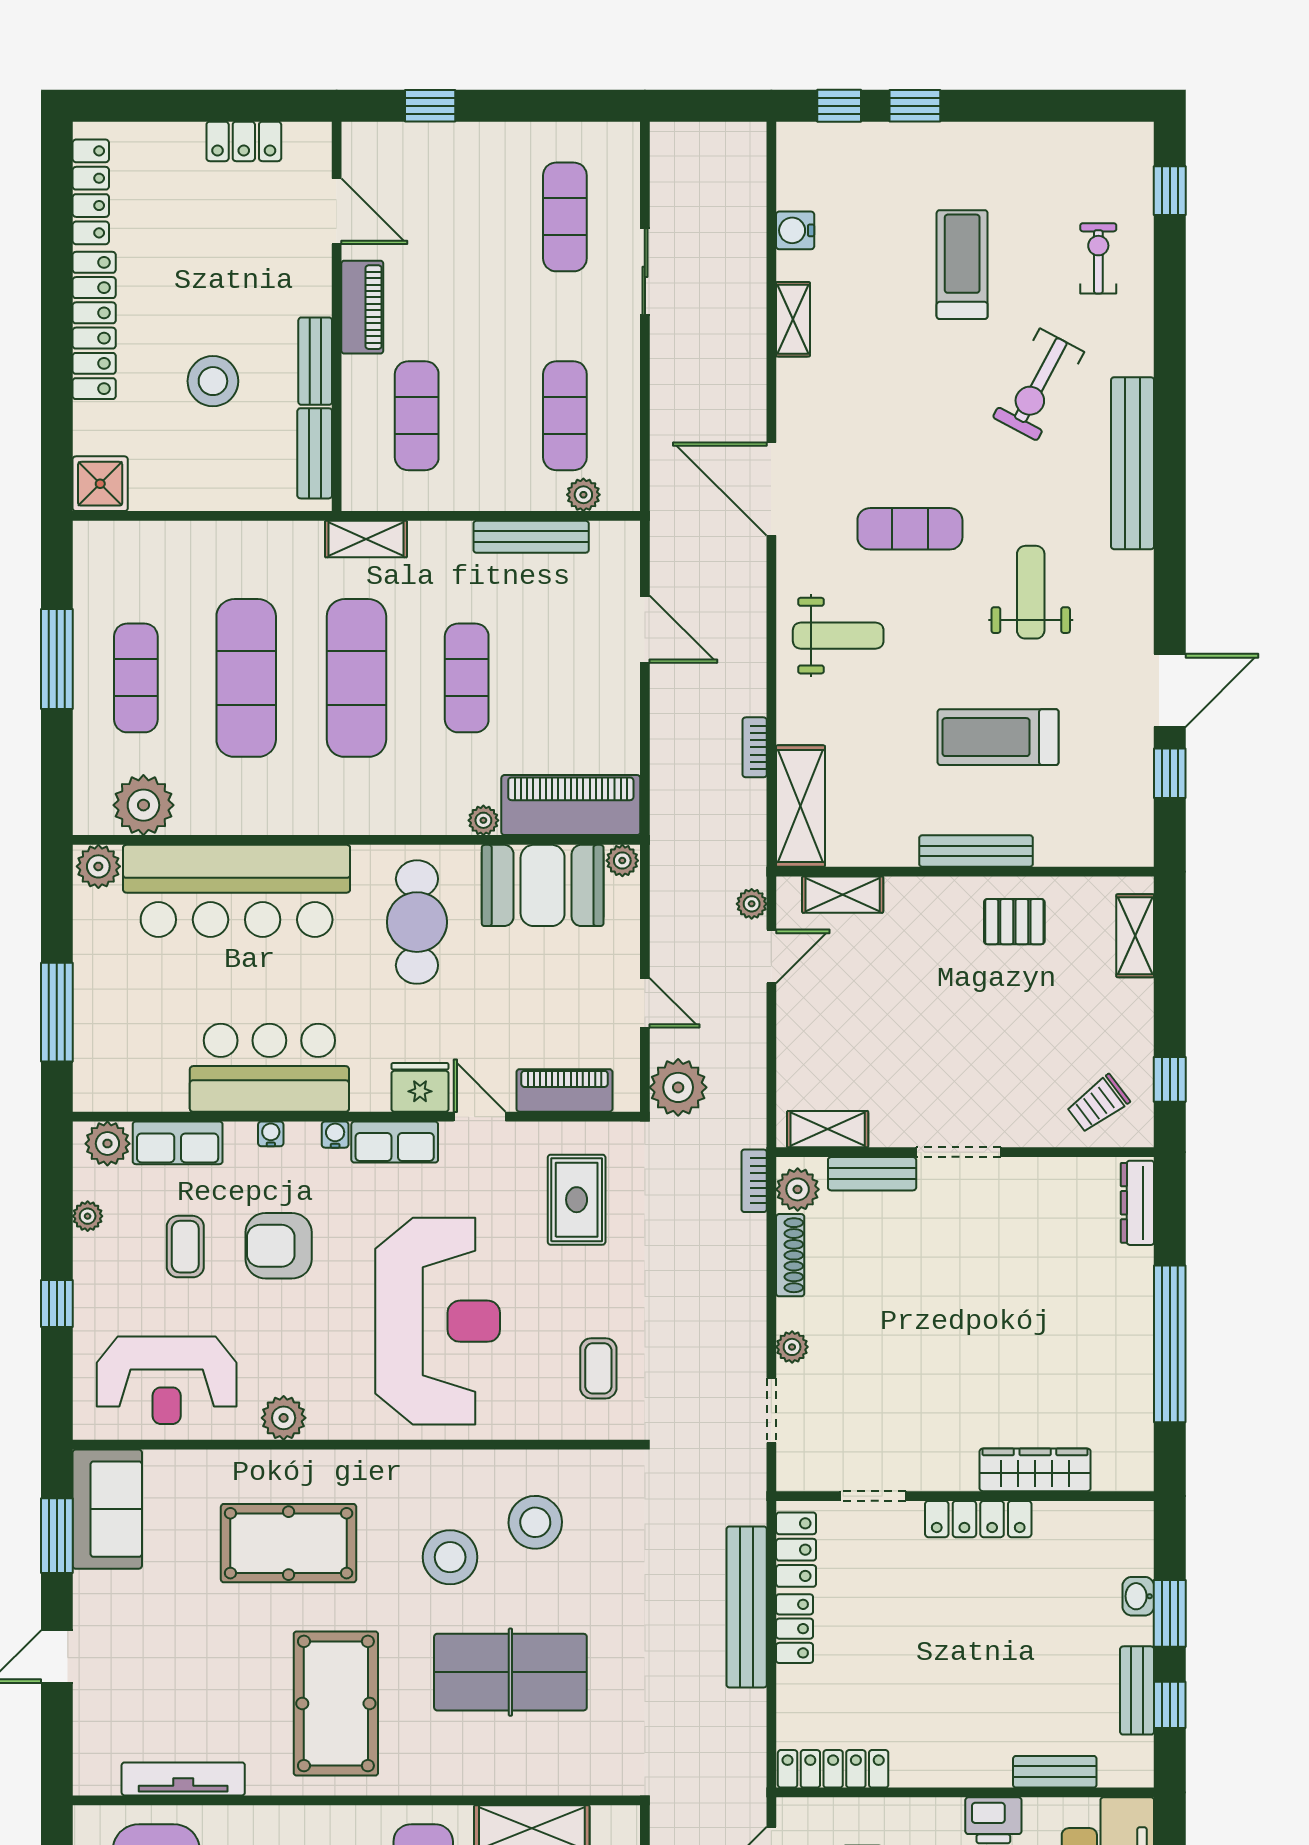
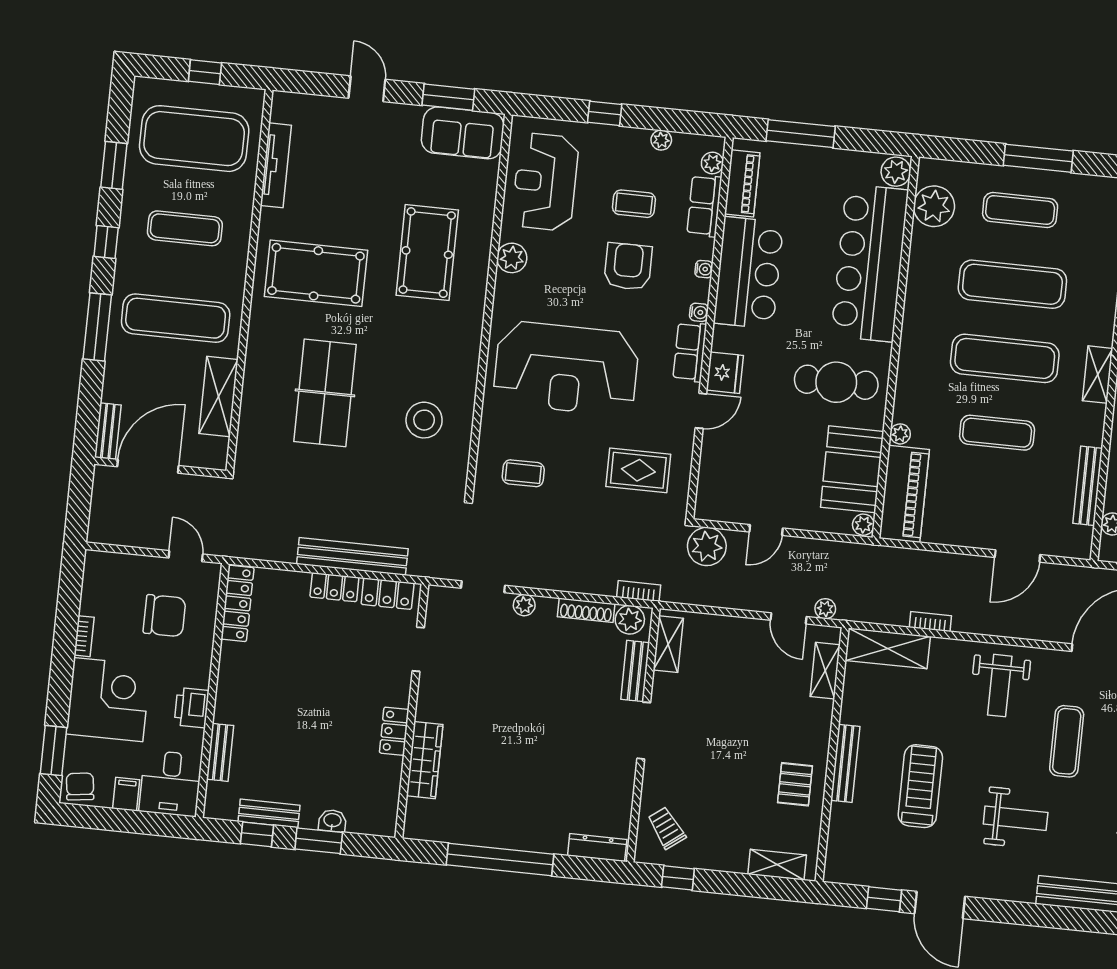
piano: (564, 1090) -> (742, 183), moved
plant: (107, 1144) -> (712, 163), width x0.73, depth x0.73
locker: (978, 1519) -> (394, 731), width x0.66
stool: (450, 1557) -> (406, 360), removed

